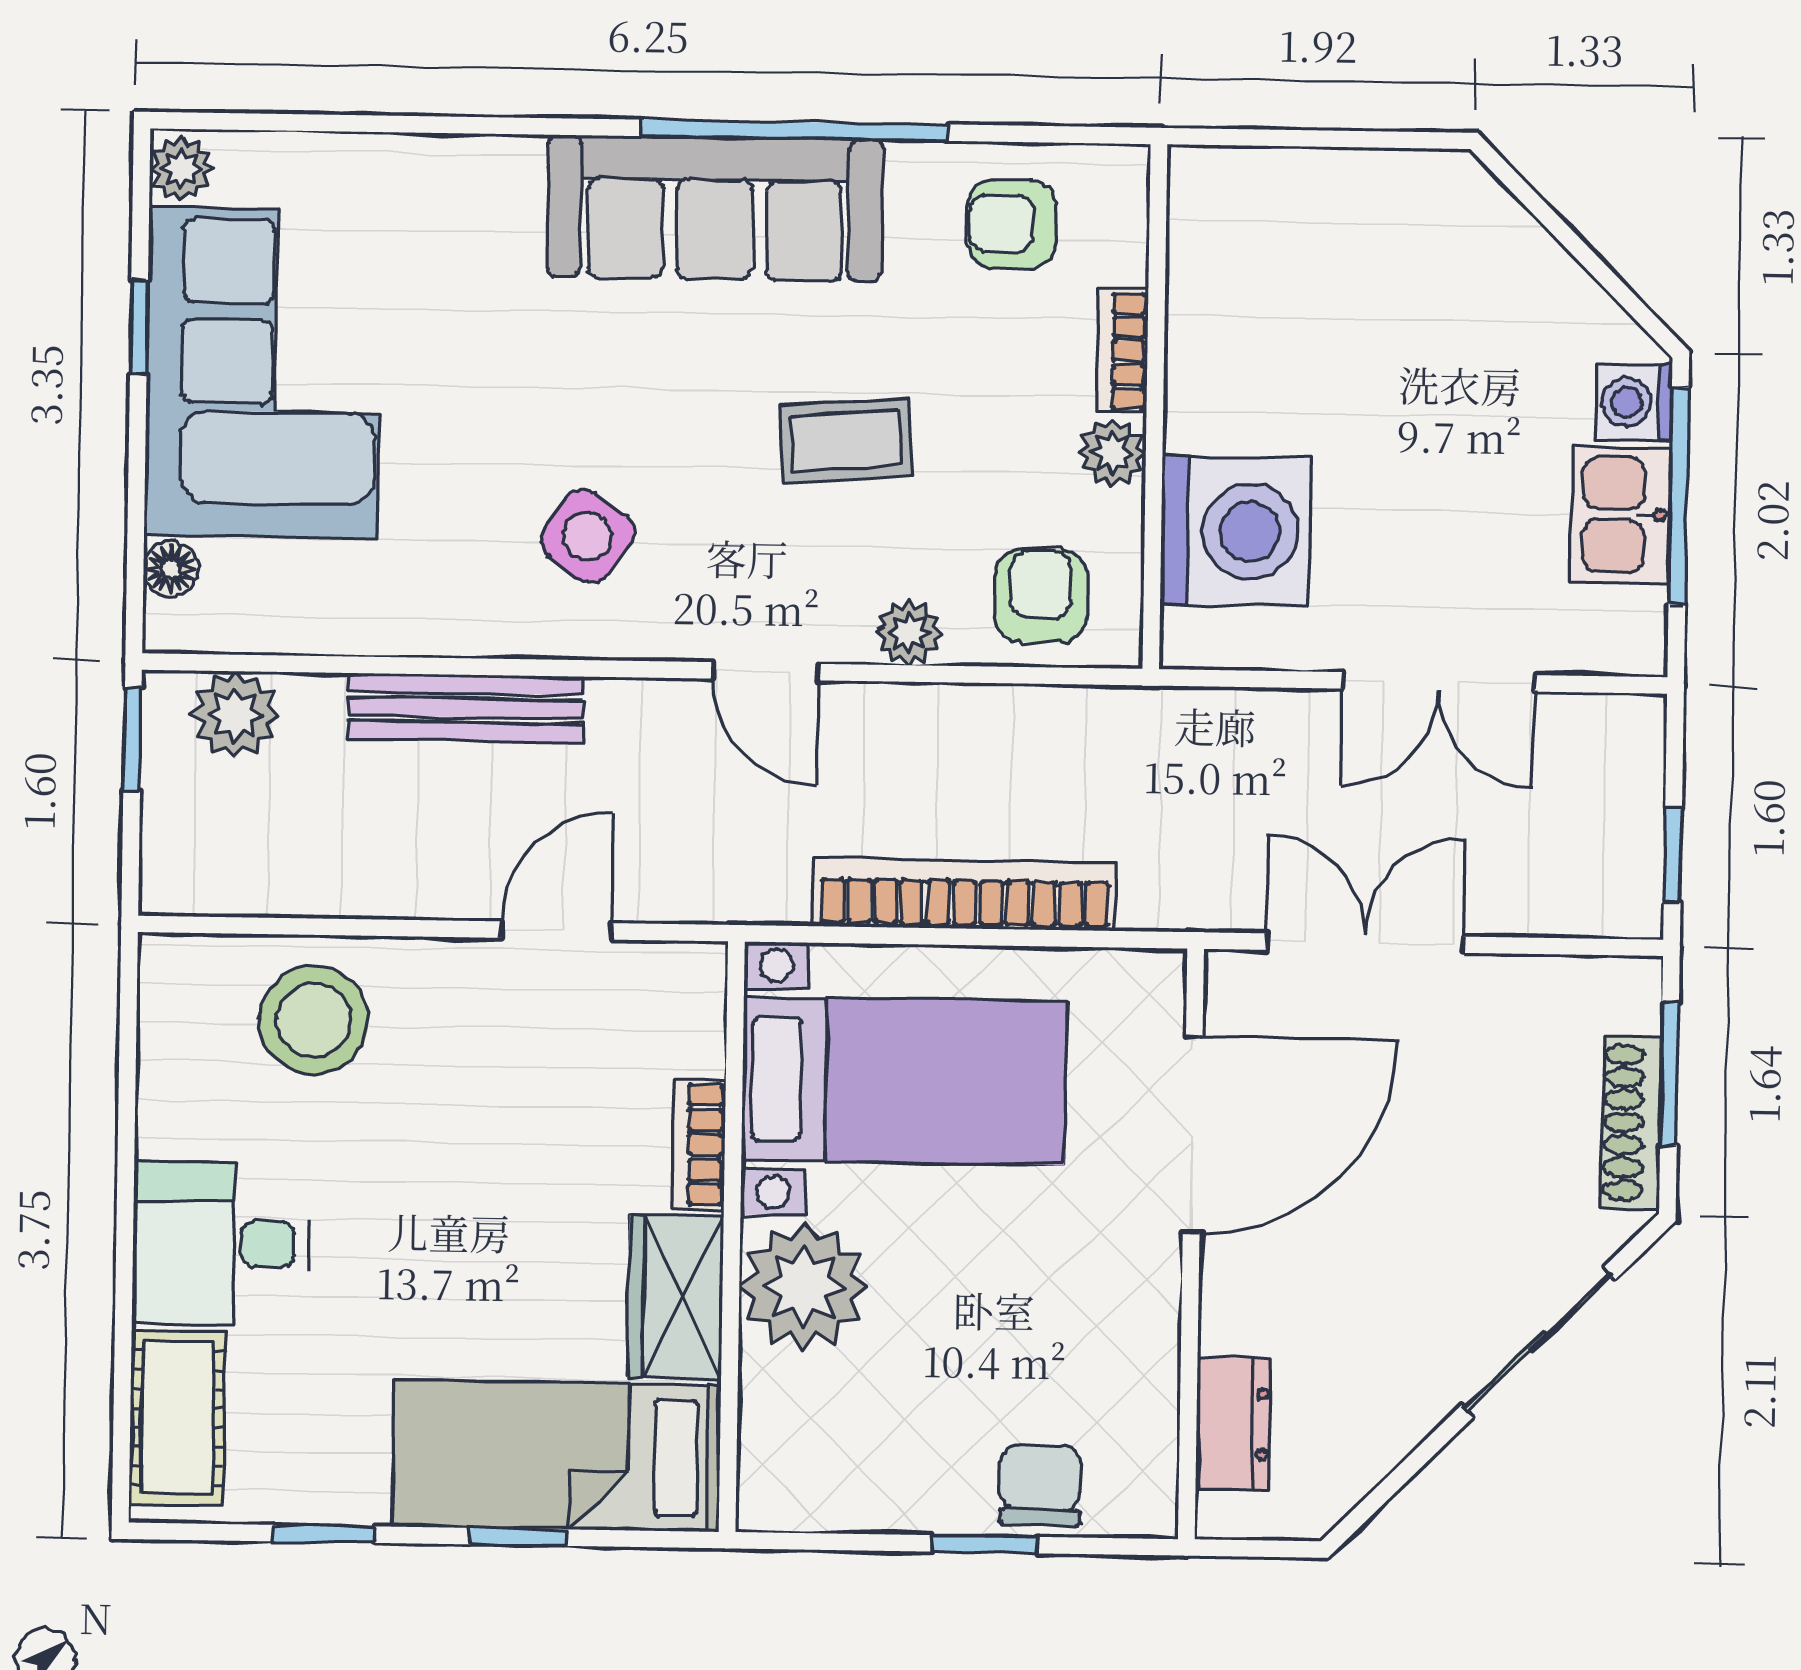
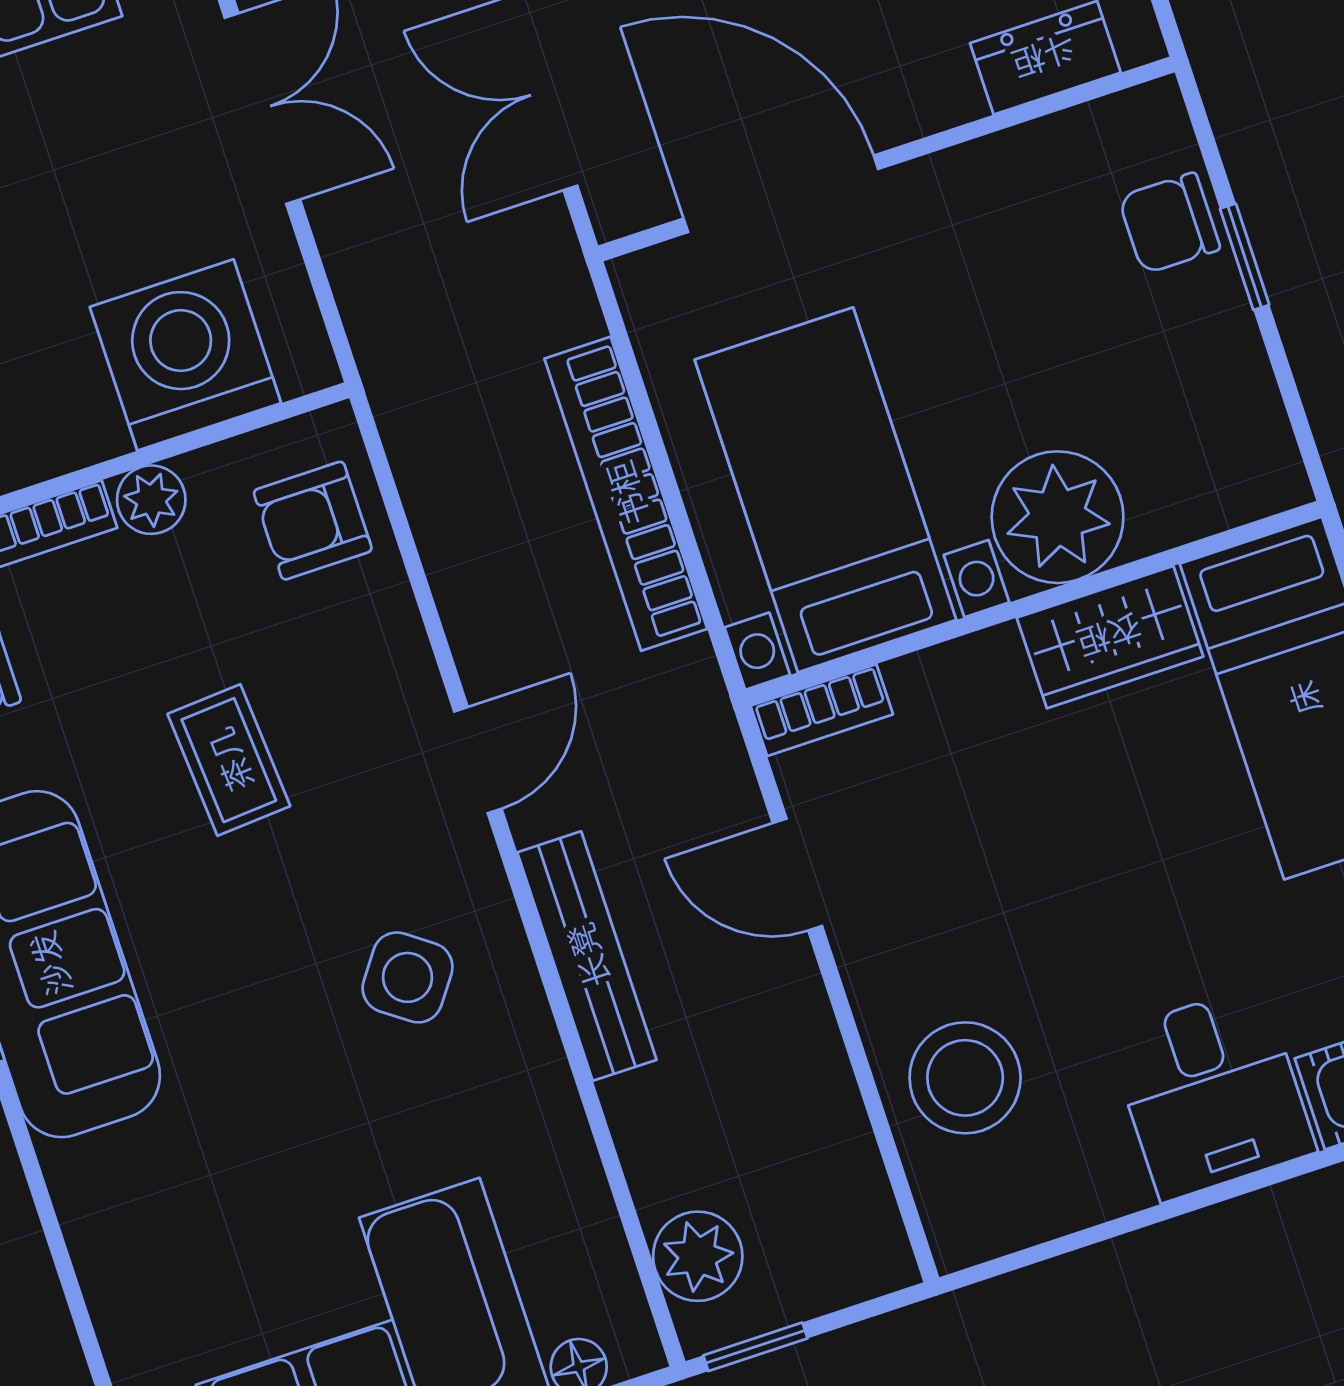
plant: (909, 633) -> (393, 635), removed
bench: (466, 708) -> (587, 956), moved
bookcase: (699, 1145) -> (822, 710), moved

